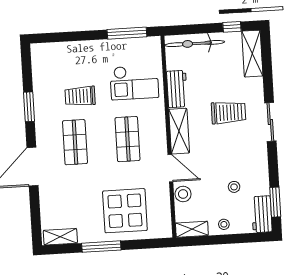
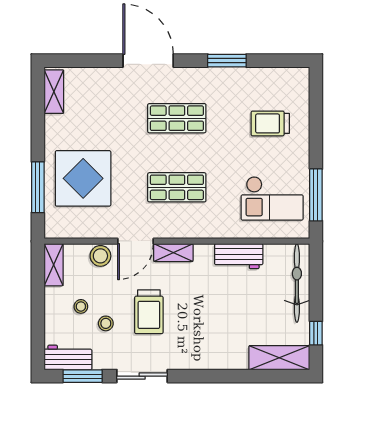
checkout: (134, 82) -> (272, 198), moved, turned -90
trolley: (80, 96) -> (270, 123), moved, turned -90
trolley: (228, 113) -> (149, 312), moved
sliding door: (270, 122) -> (142, 376), moved
shelving: (179, 131) -> (173, 253), width x0.67, depth x0.75
stool: (224, 224) -> (81, 306), moved
window: (101, 247) -> (38, 187), moved

